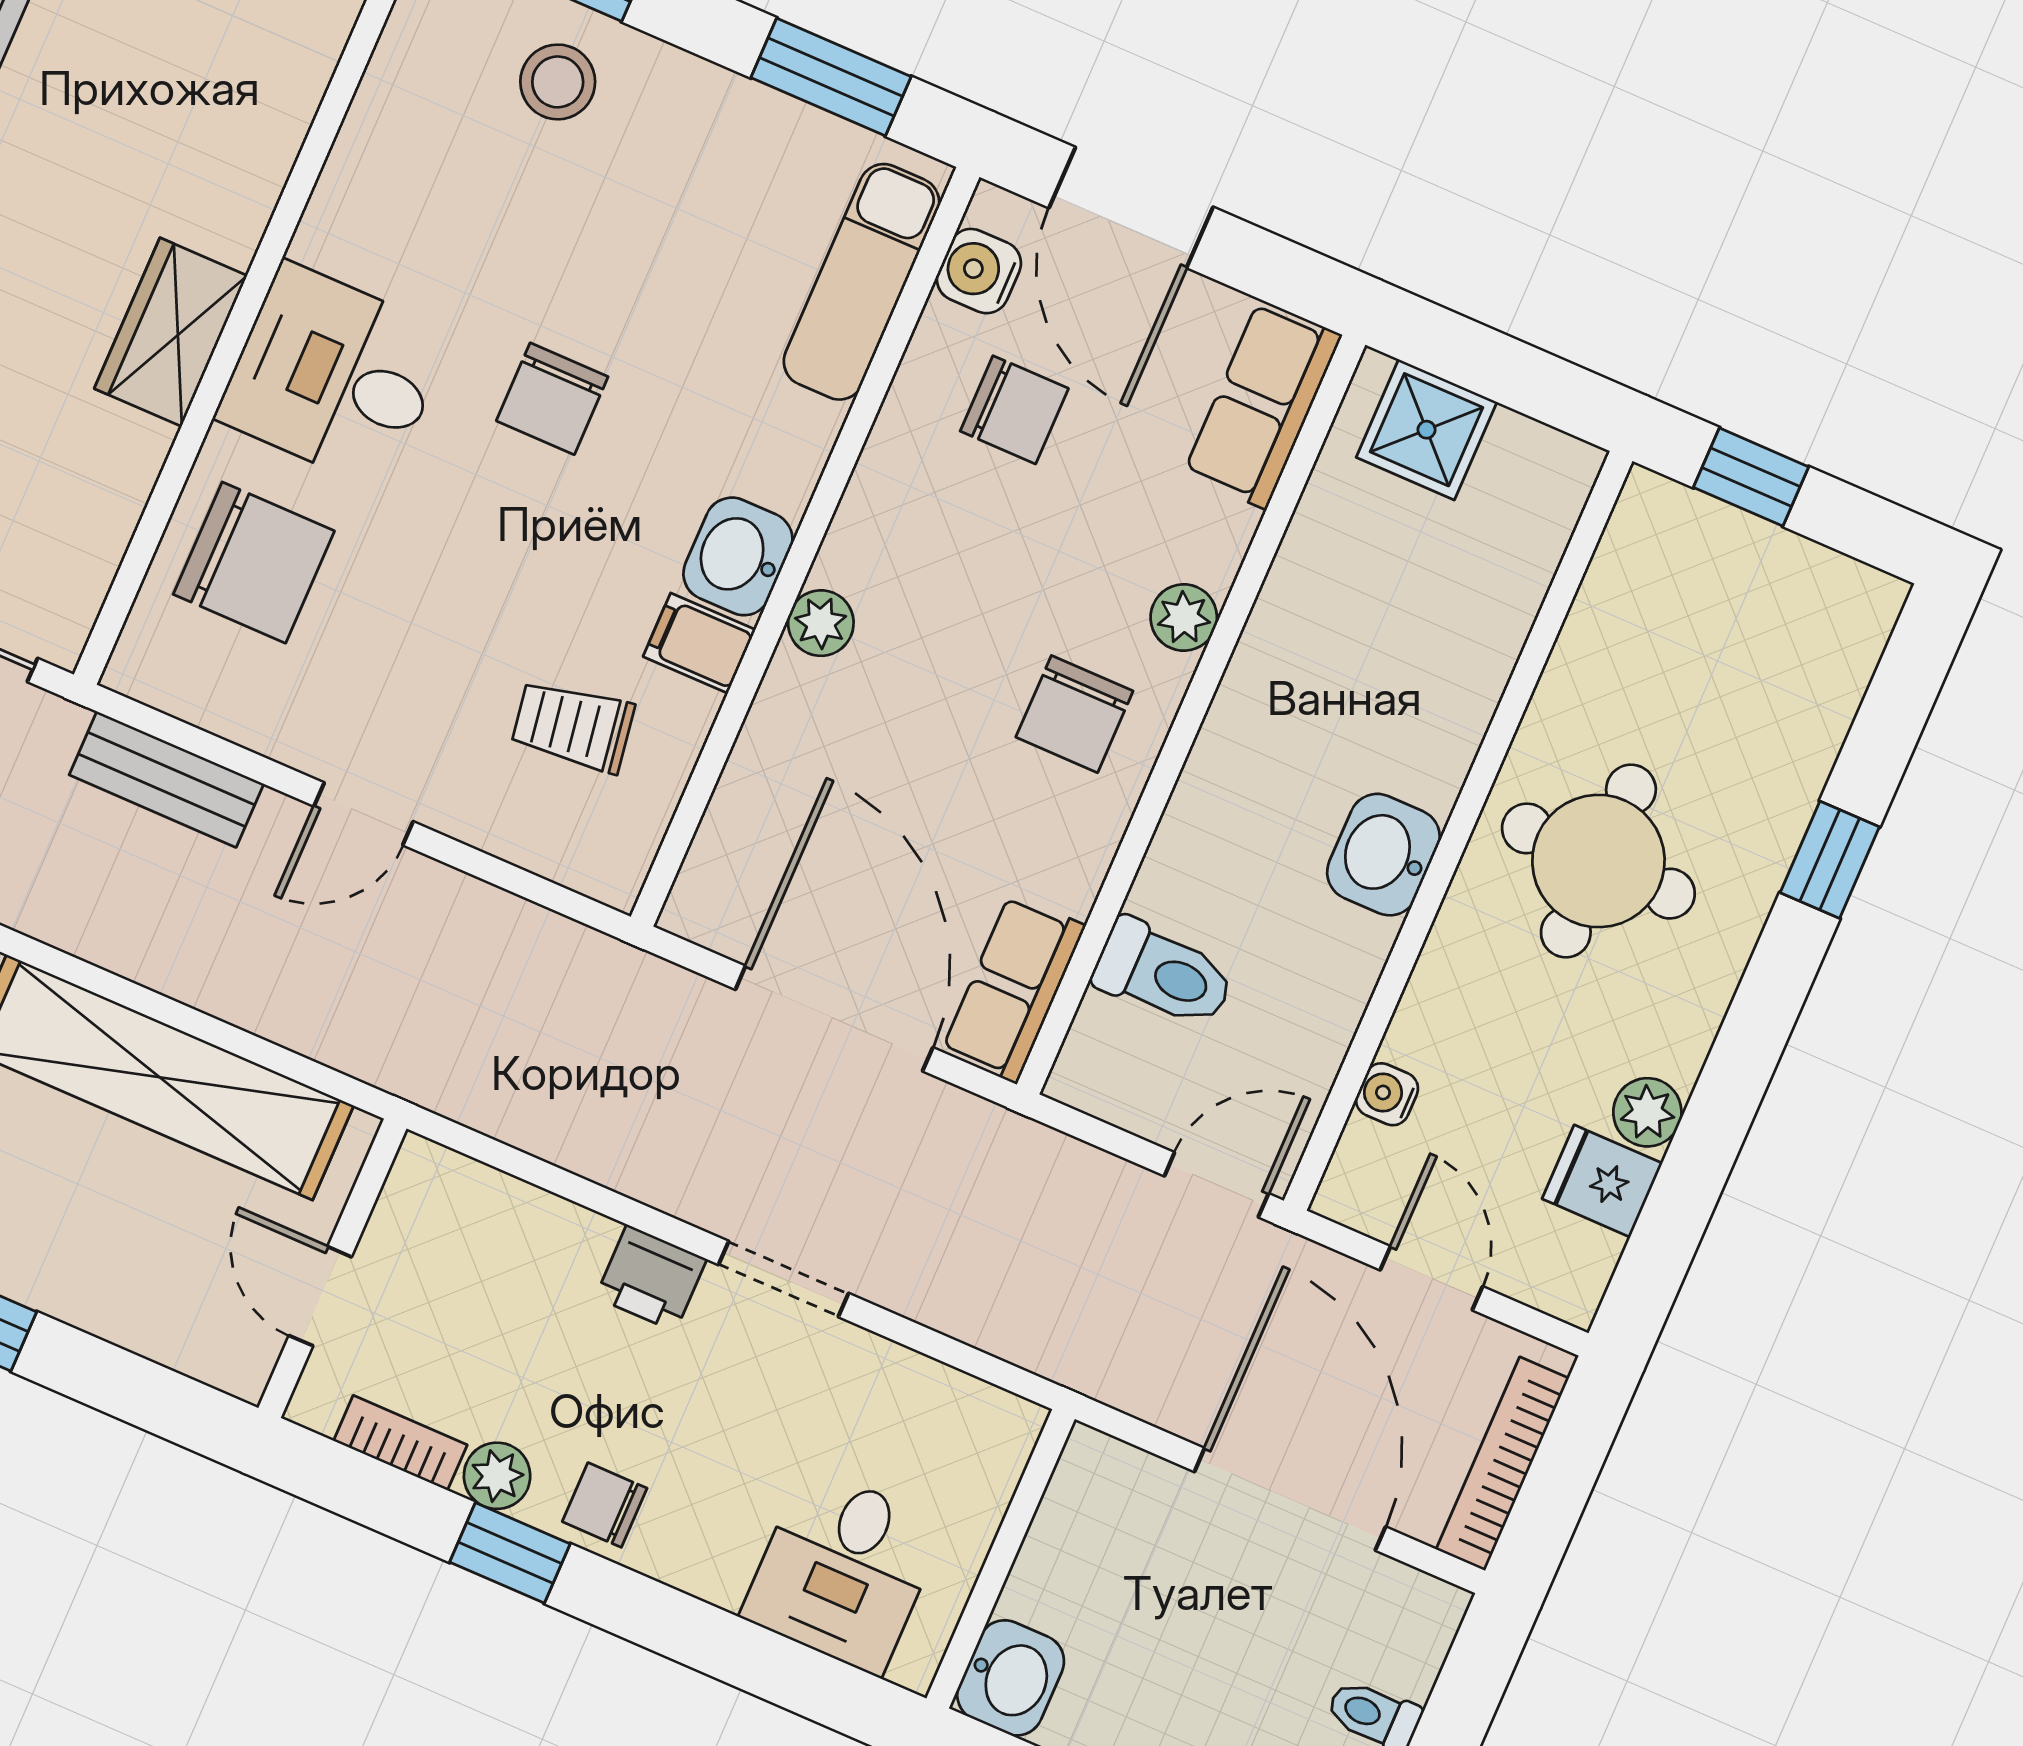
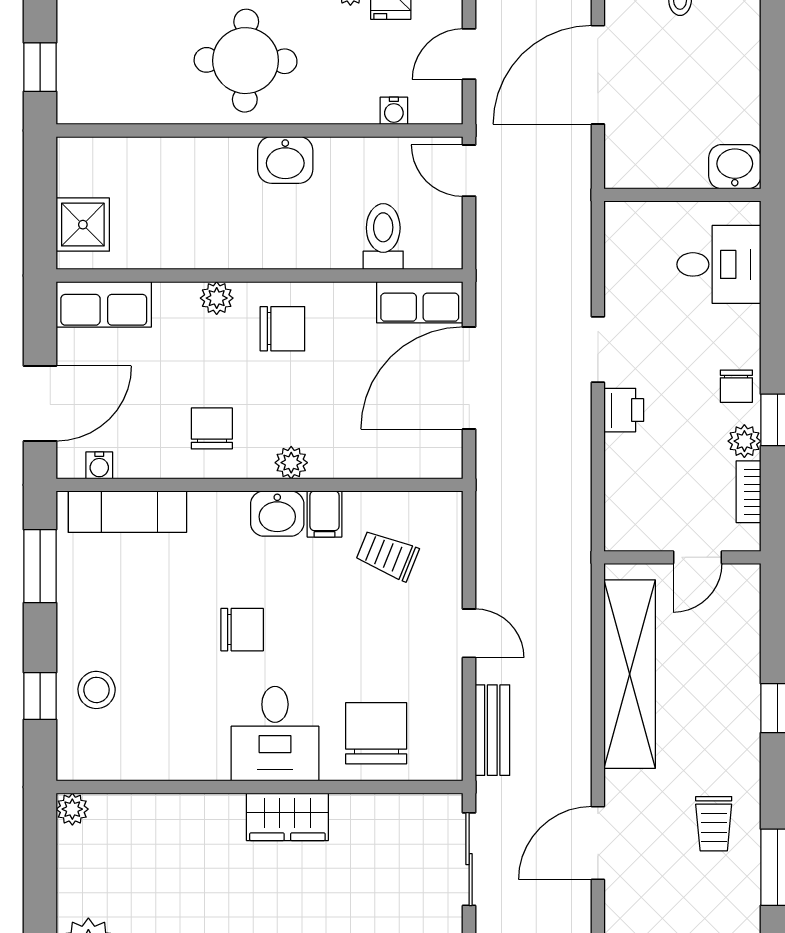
water cooler: (979, 271) -> (99, 465), width x0.72, depth x0.72
chair: (1014, 410) -> (212, 428), moved
trolley: (573, 726) -> (387, 555), turned 121

